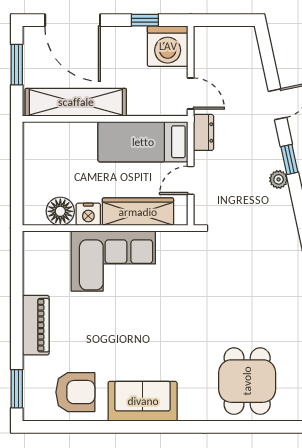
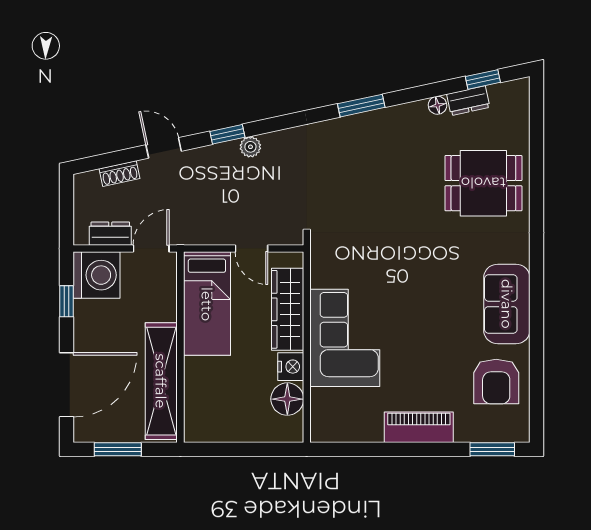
shoe rack: (255, 66) -> (120, 174), added
dresser: (203, 132) -> (110, 234), moved
armchair: (75, 392) -> (496, 382), turned 180

